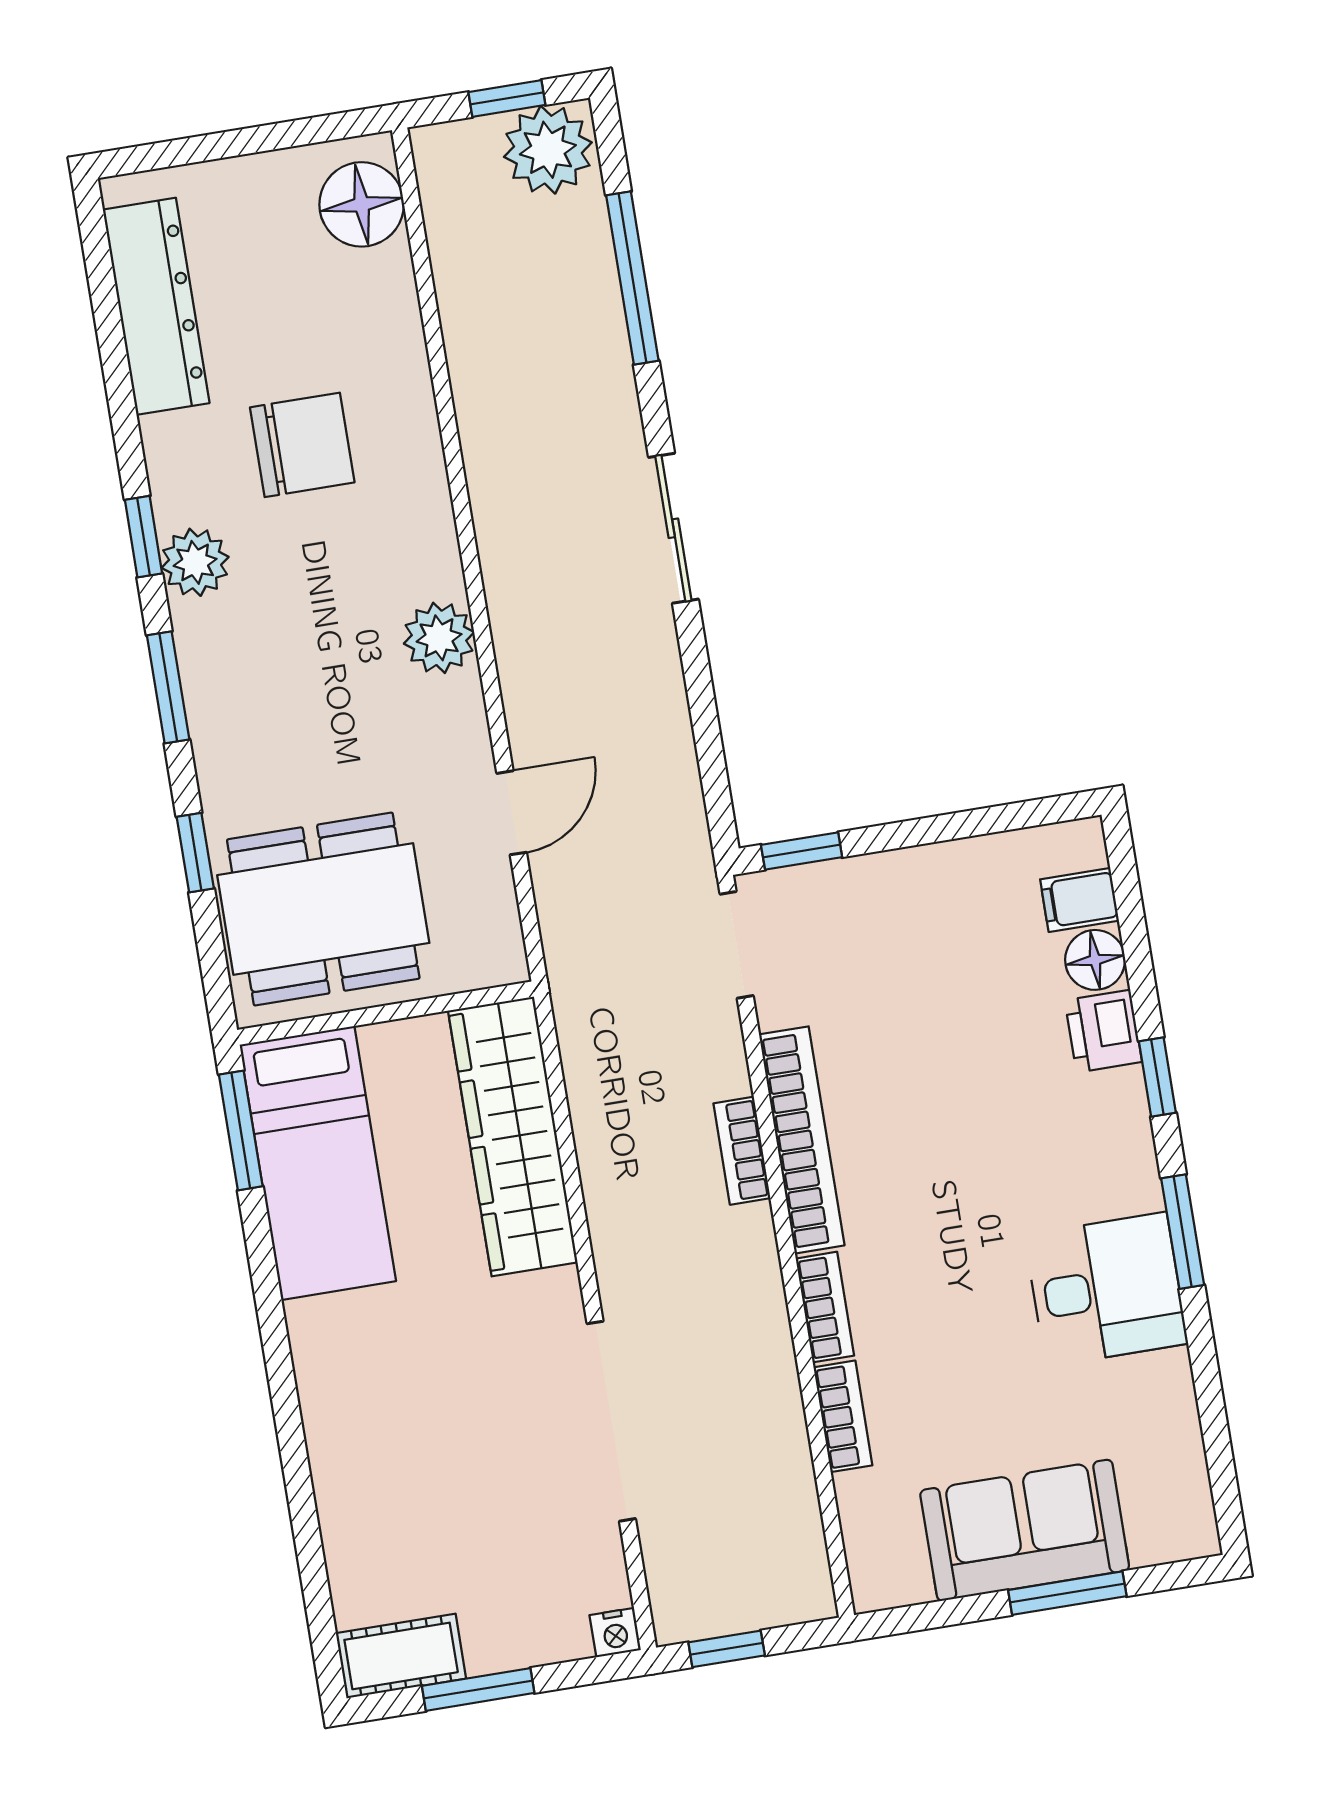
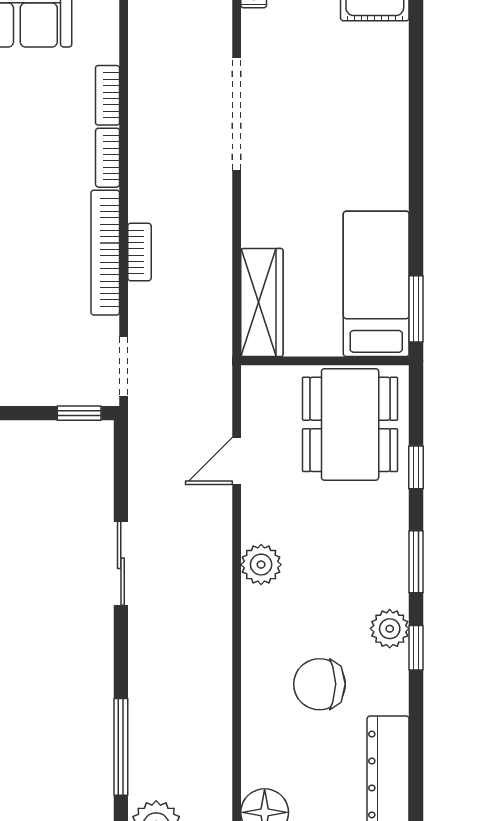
sliding door: (673, 528) -> (121, 563), moved
dining table: (323, 909) -> (350, 424), turned 90
wardrobe: (513, 1136) -> (262, 303), width x0.71, depth x0.85

